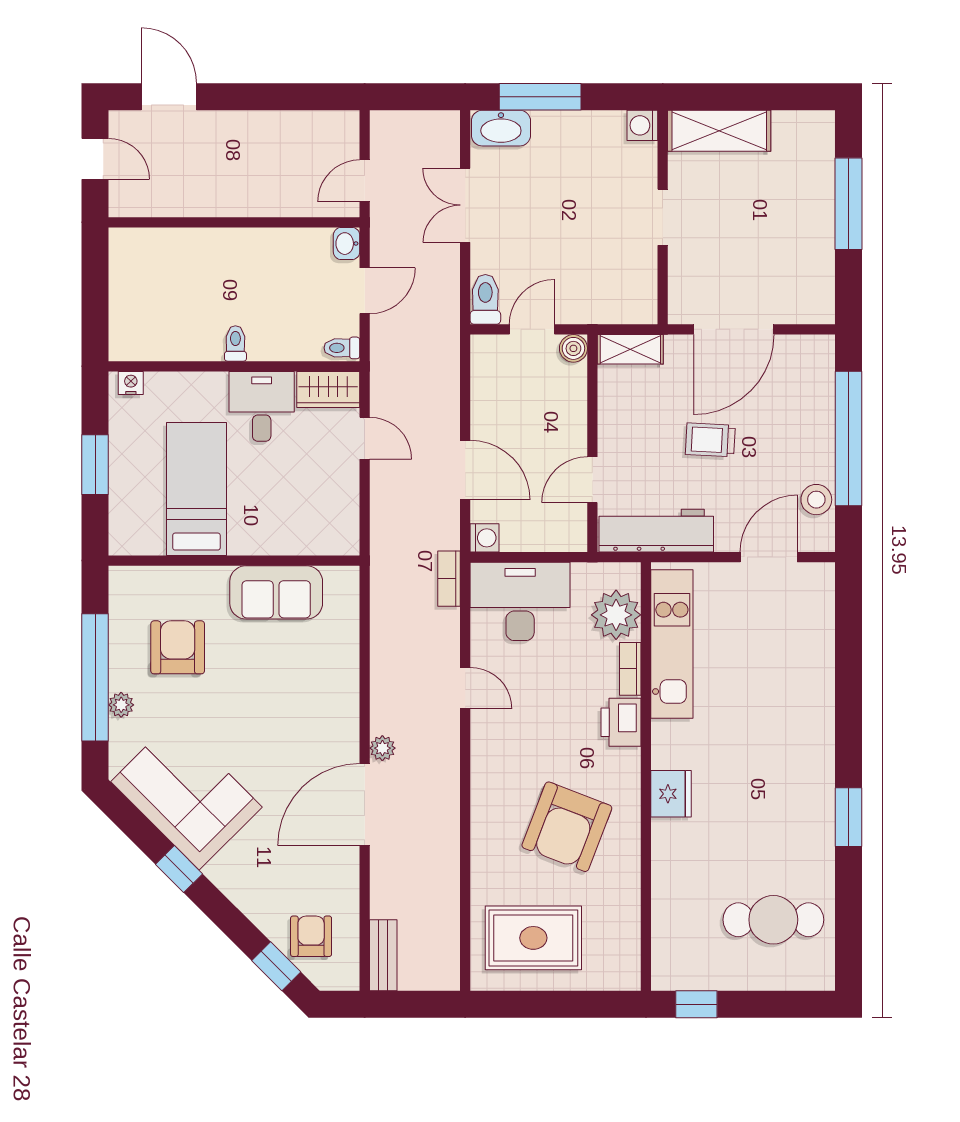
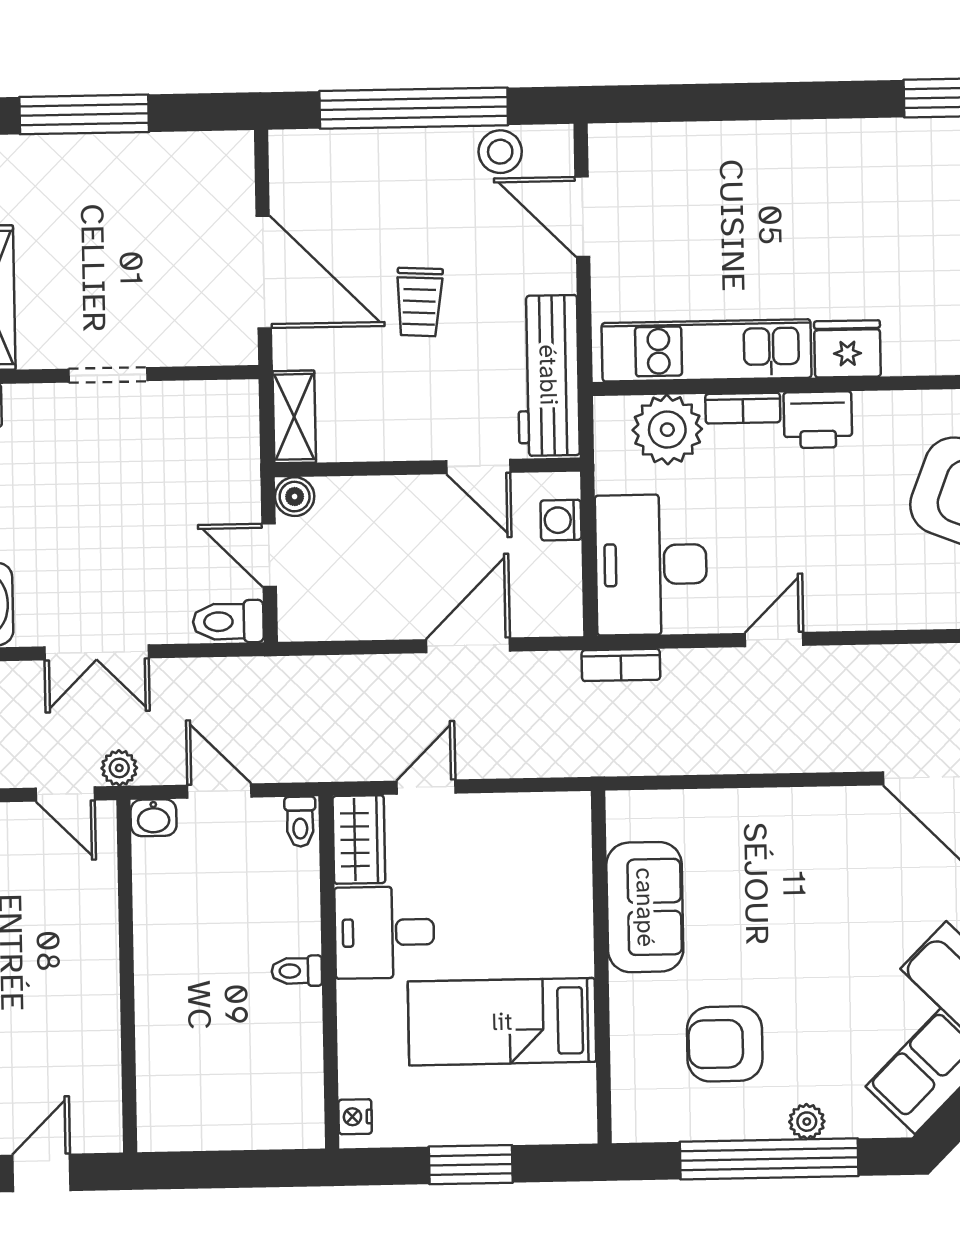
washing machine: (484, 538) -> (561, 520), moved, turned -90
plant: (382, 748) -> (119, 768), moved
fridge: (671, 794) -> (847, 349), moved

